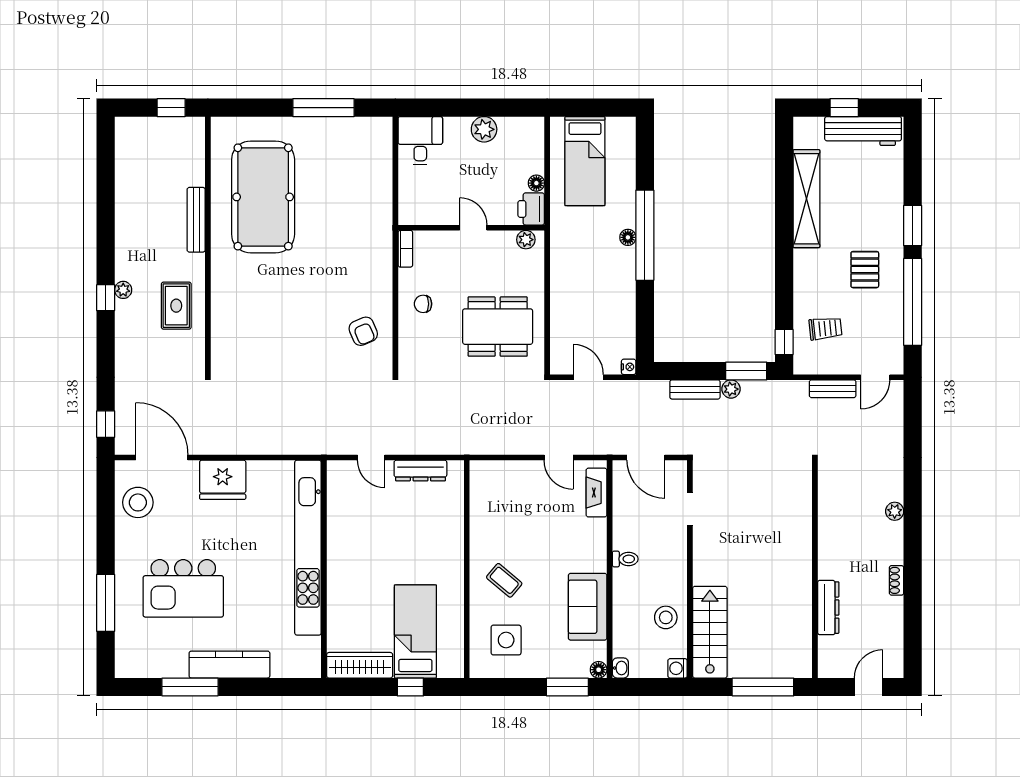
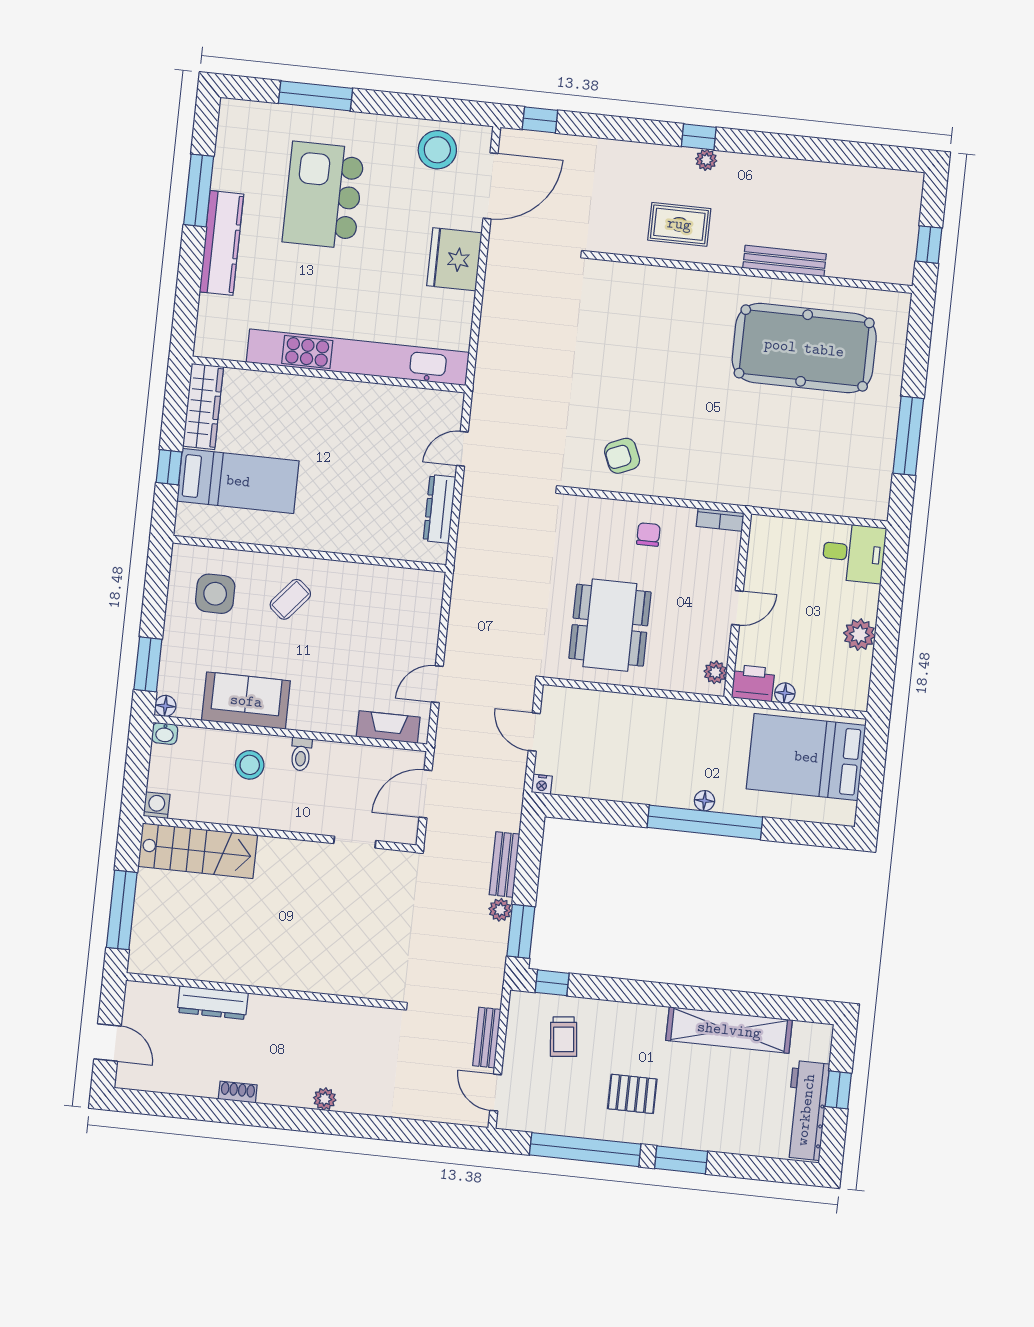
bed: (585, 161) -> (806, 757), width x1.50
door: (588, 377) -> (534, 732), swing flipped
stool: (666, 617) -> (250, 765), moved

